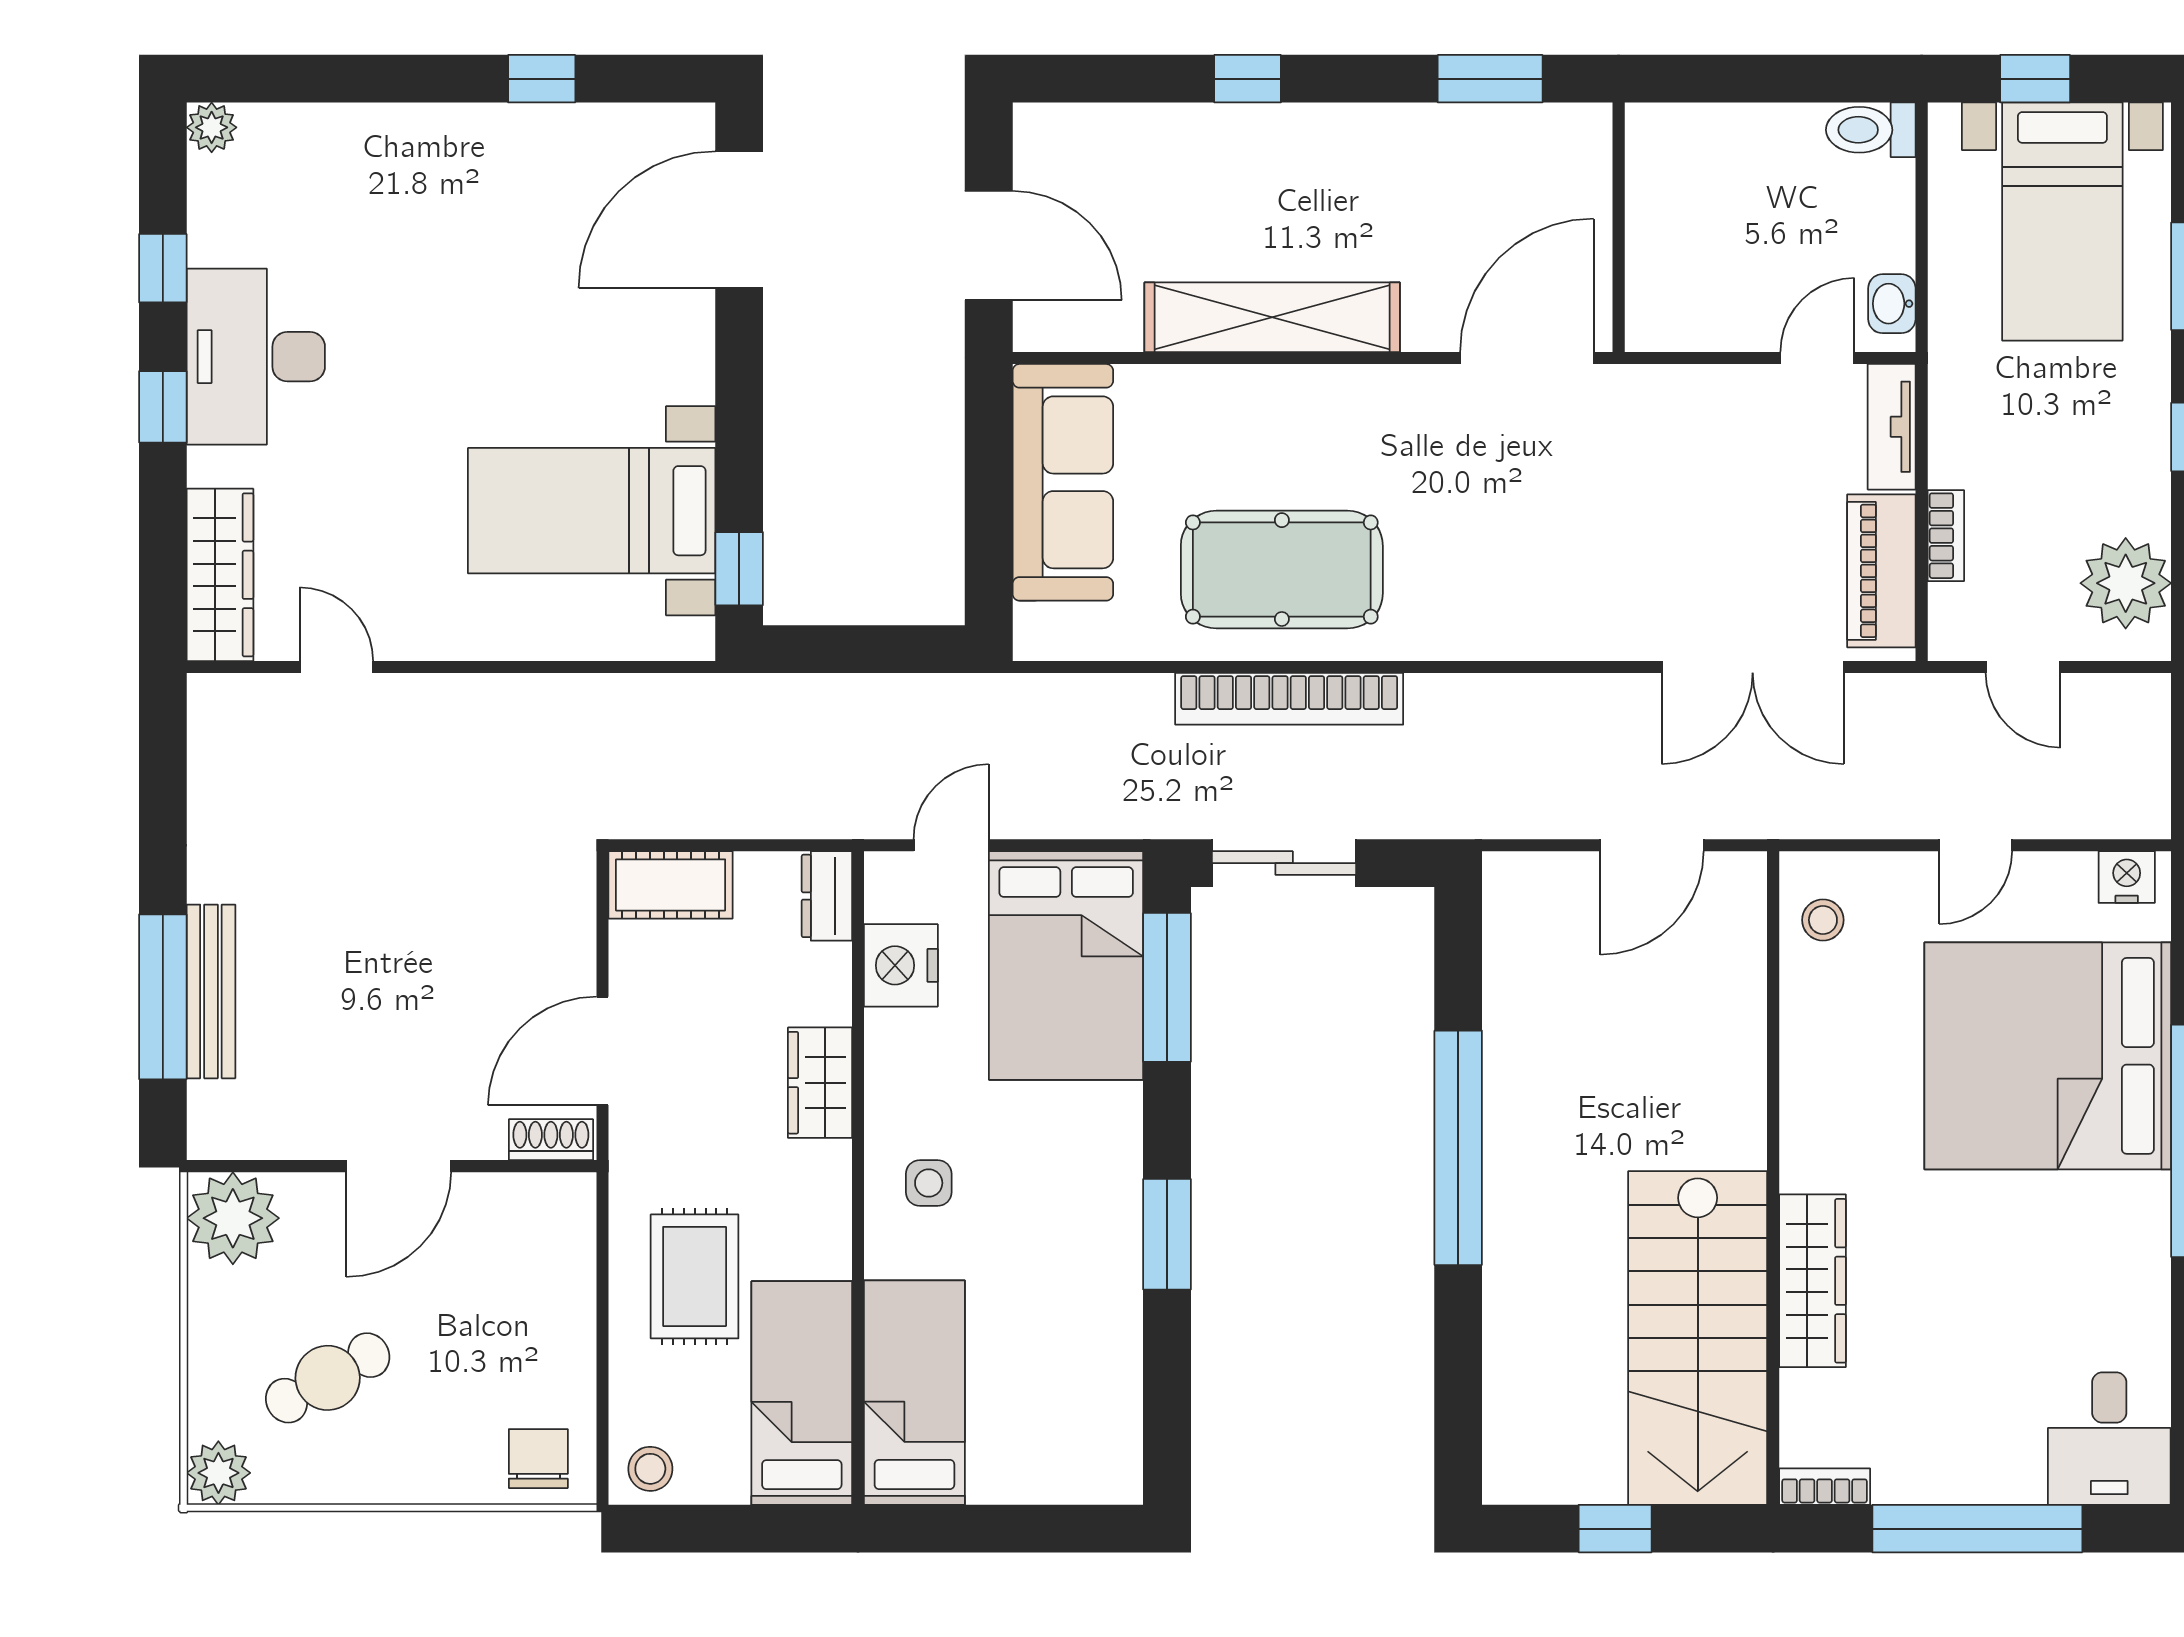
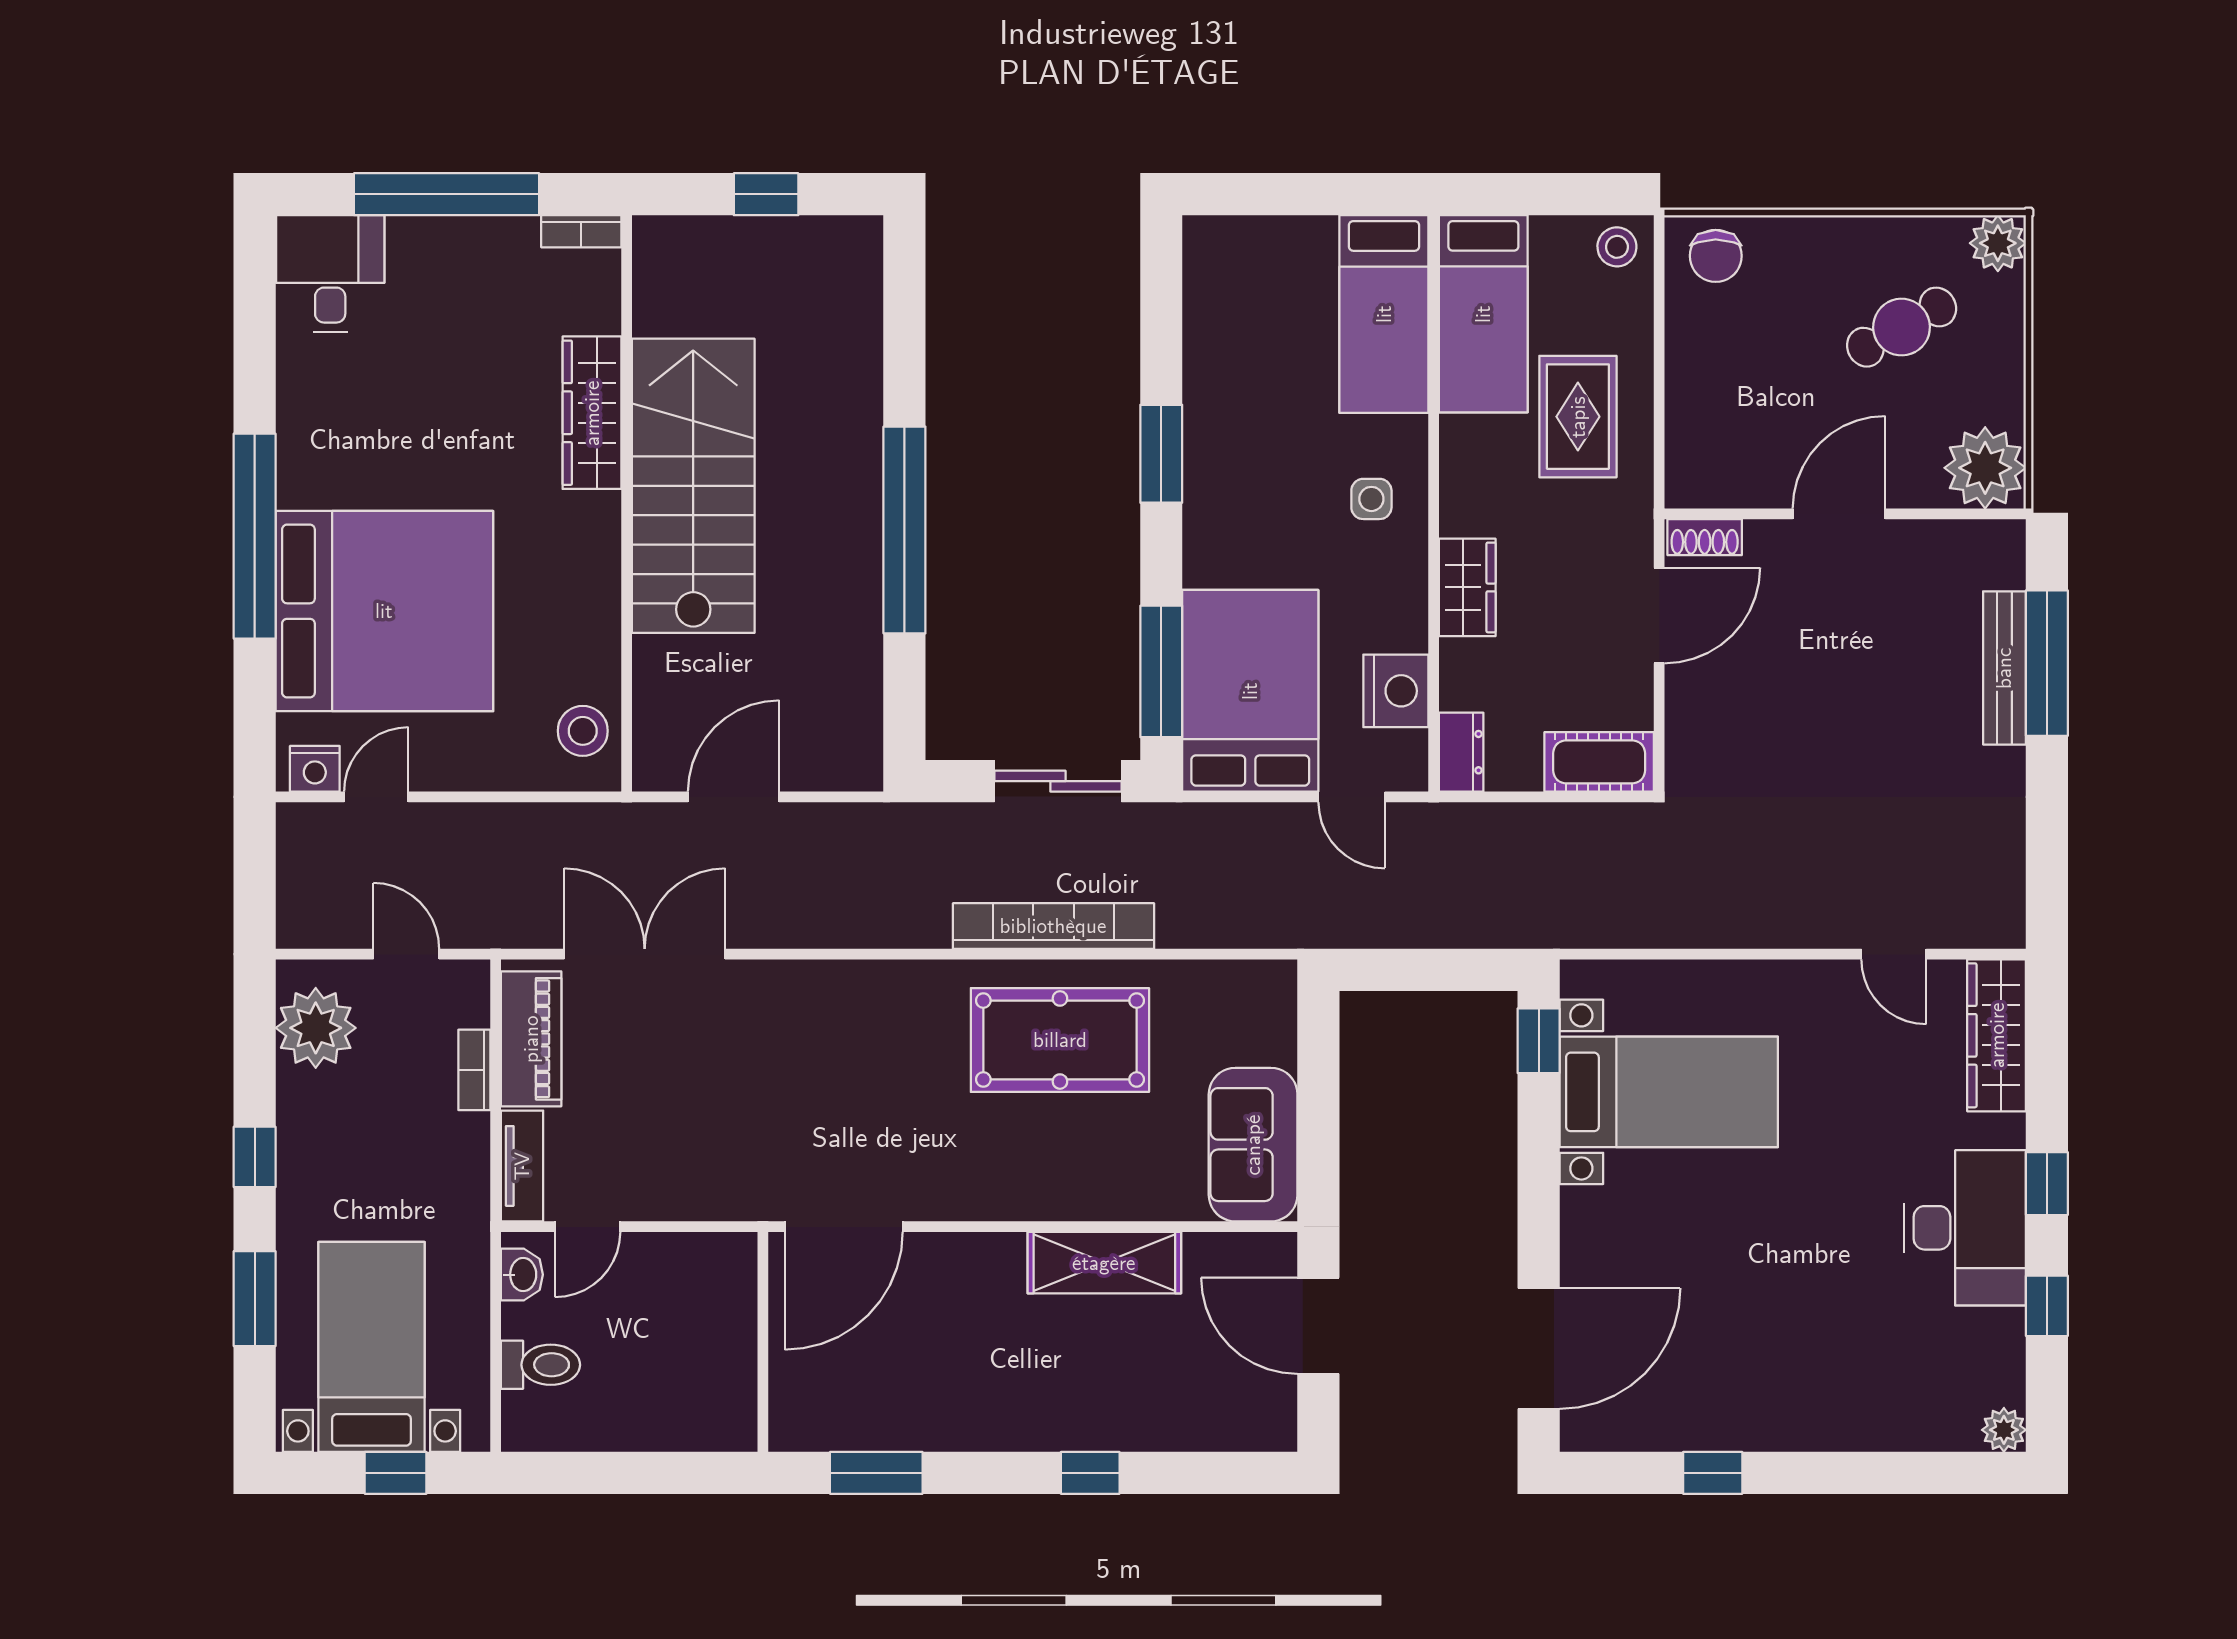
toilet: (1871, 130) -> (540, 1365), moved
shelving: (1272, 317) -> (1104, 1263), width x0.68
sofa: (1063, 482) -> (1253, 1145), width x0.73
door: (951, 845) -> (1352, 797), hinge flipped
door: (1976, 845) -> (376, 797), moved
stool: (1823, 920) -> (583, 731), width x1.37, depth x1.37
stairs: (1698, 1338) -> (693, 486), moved

